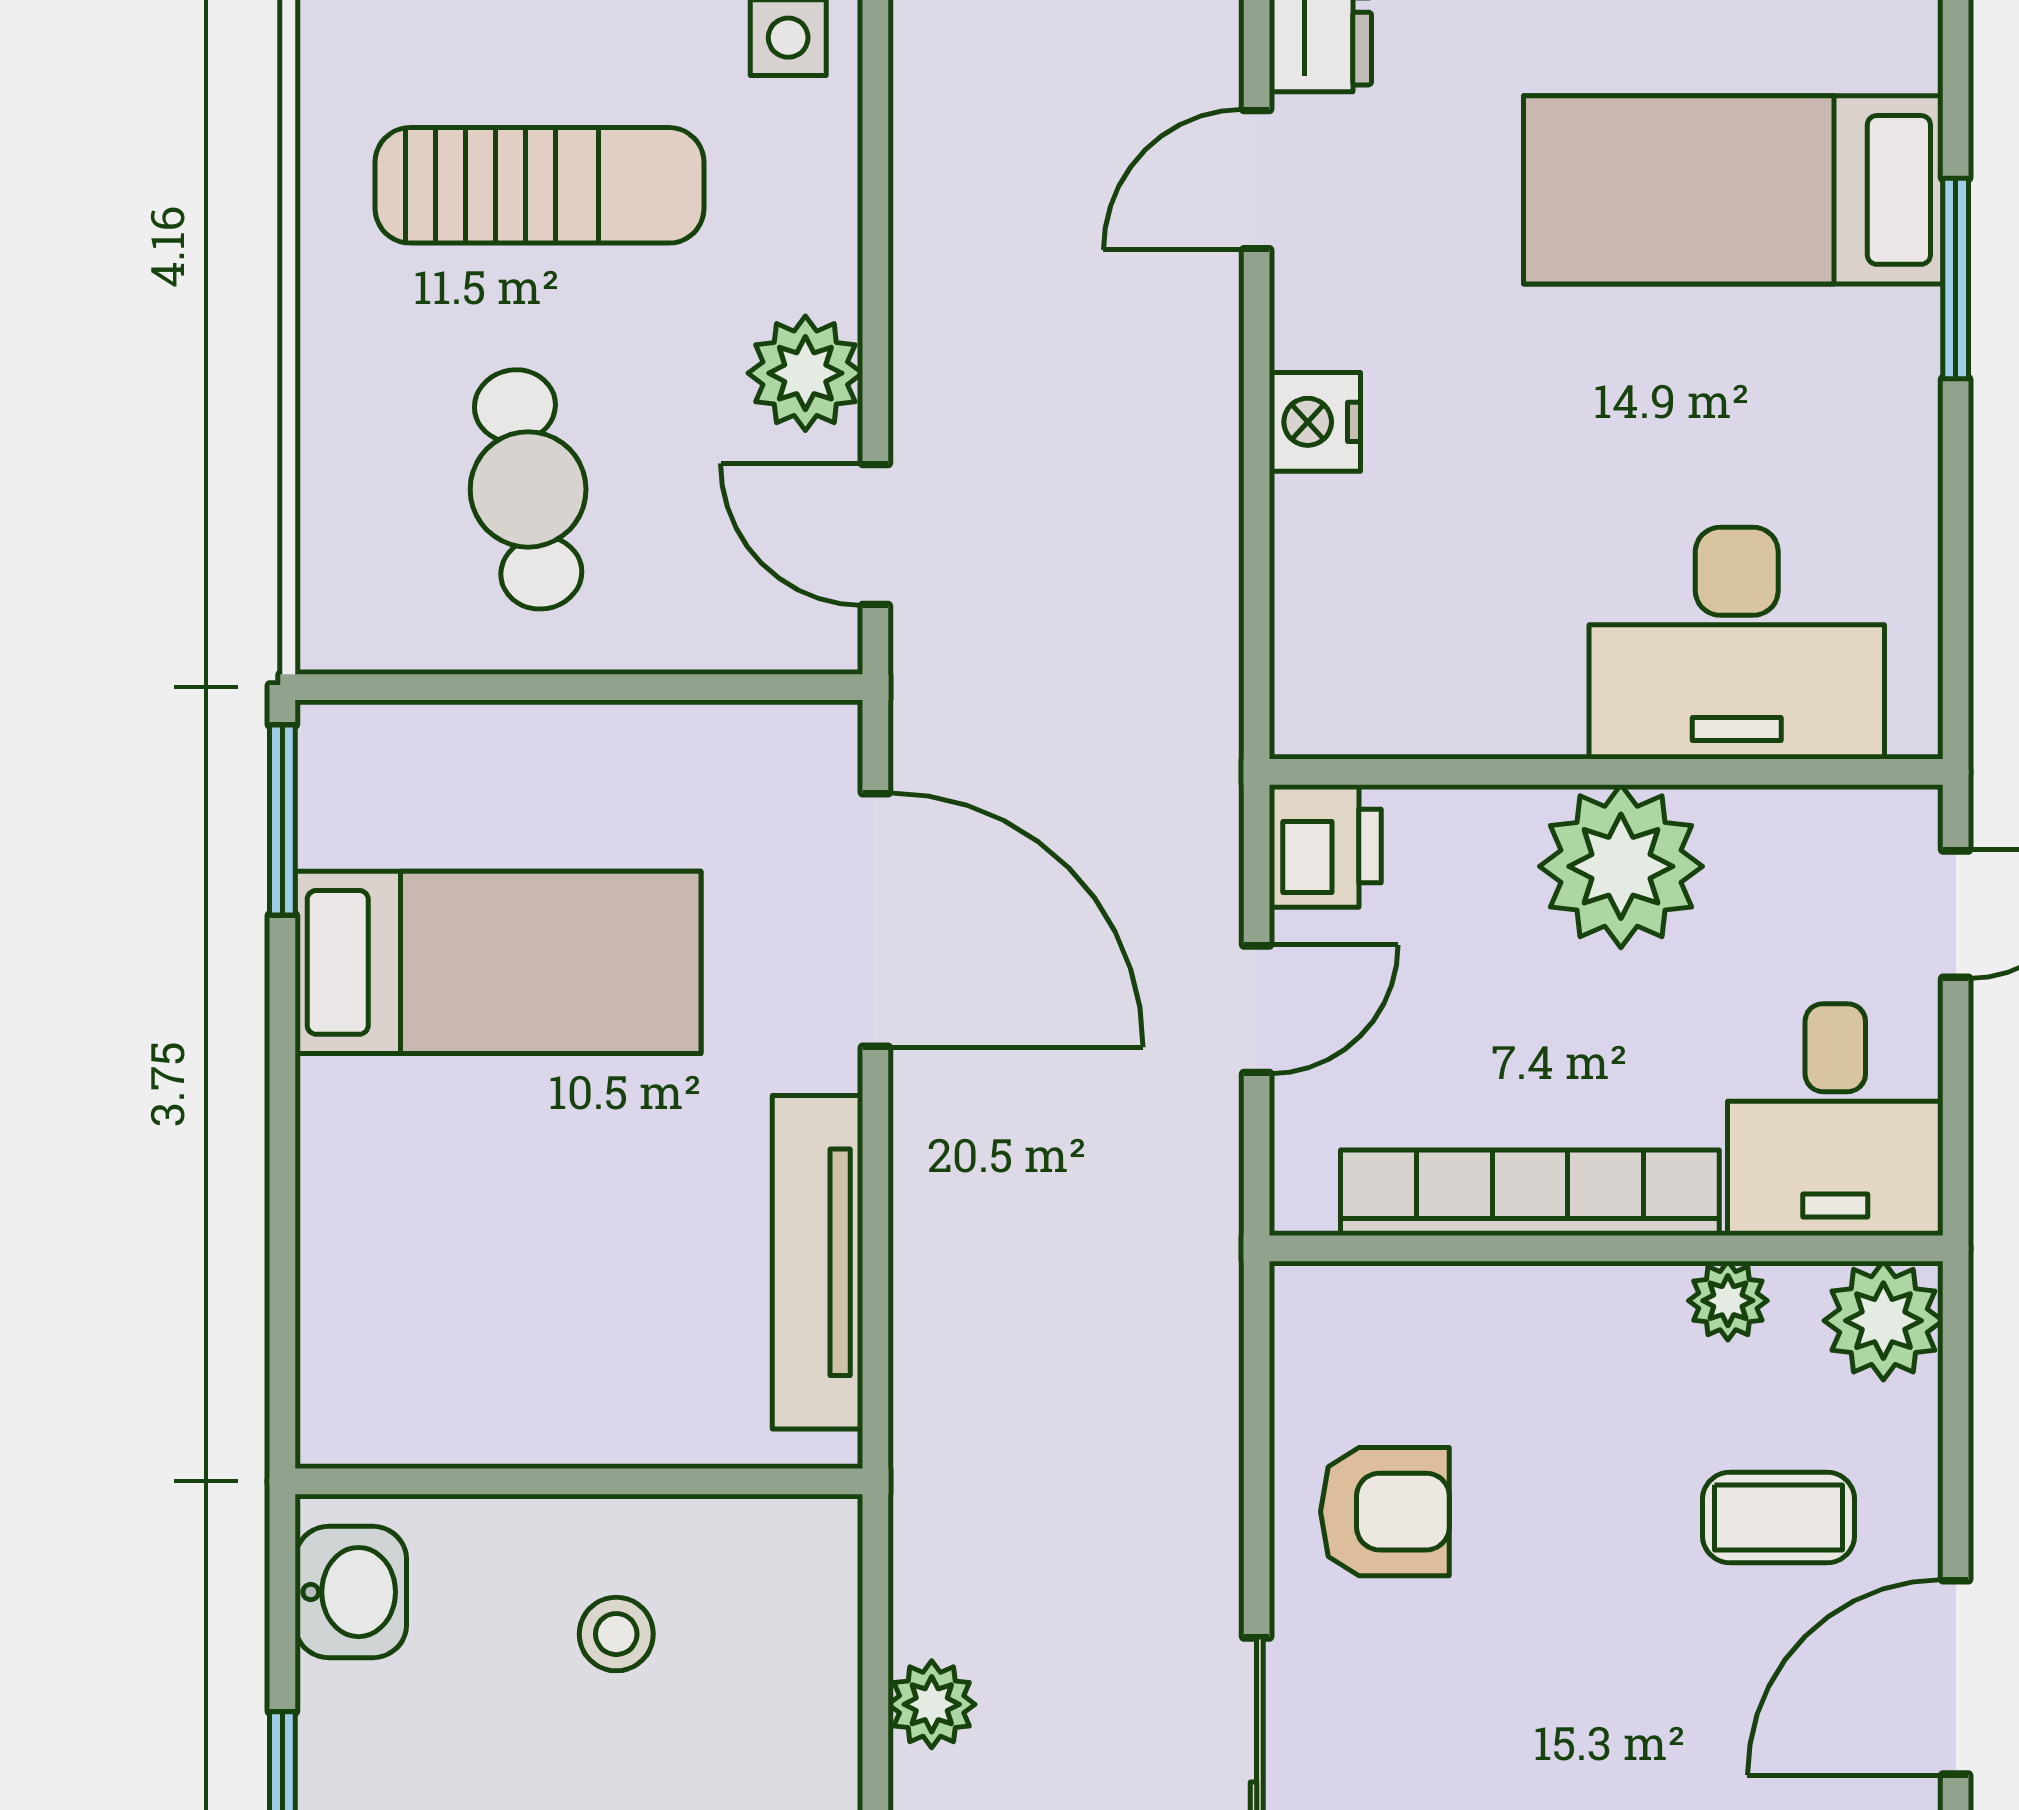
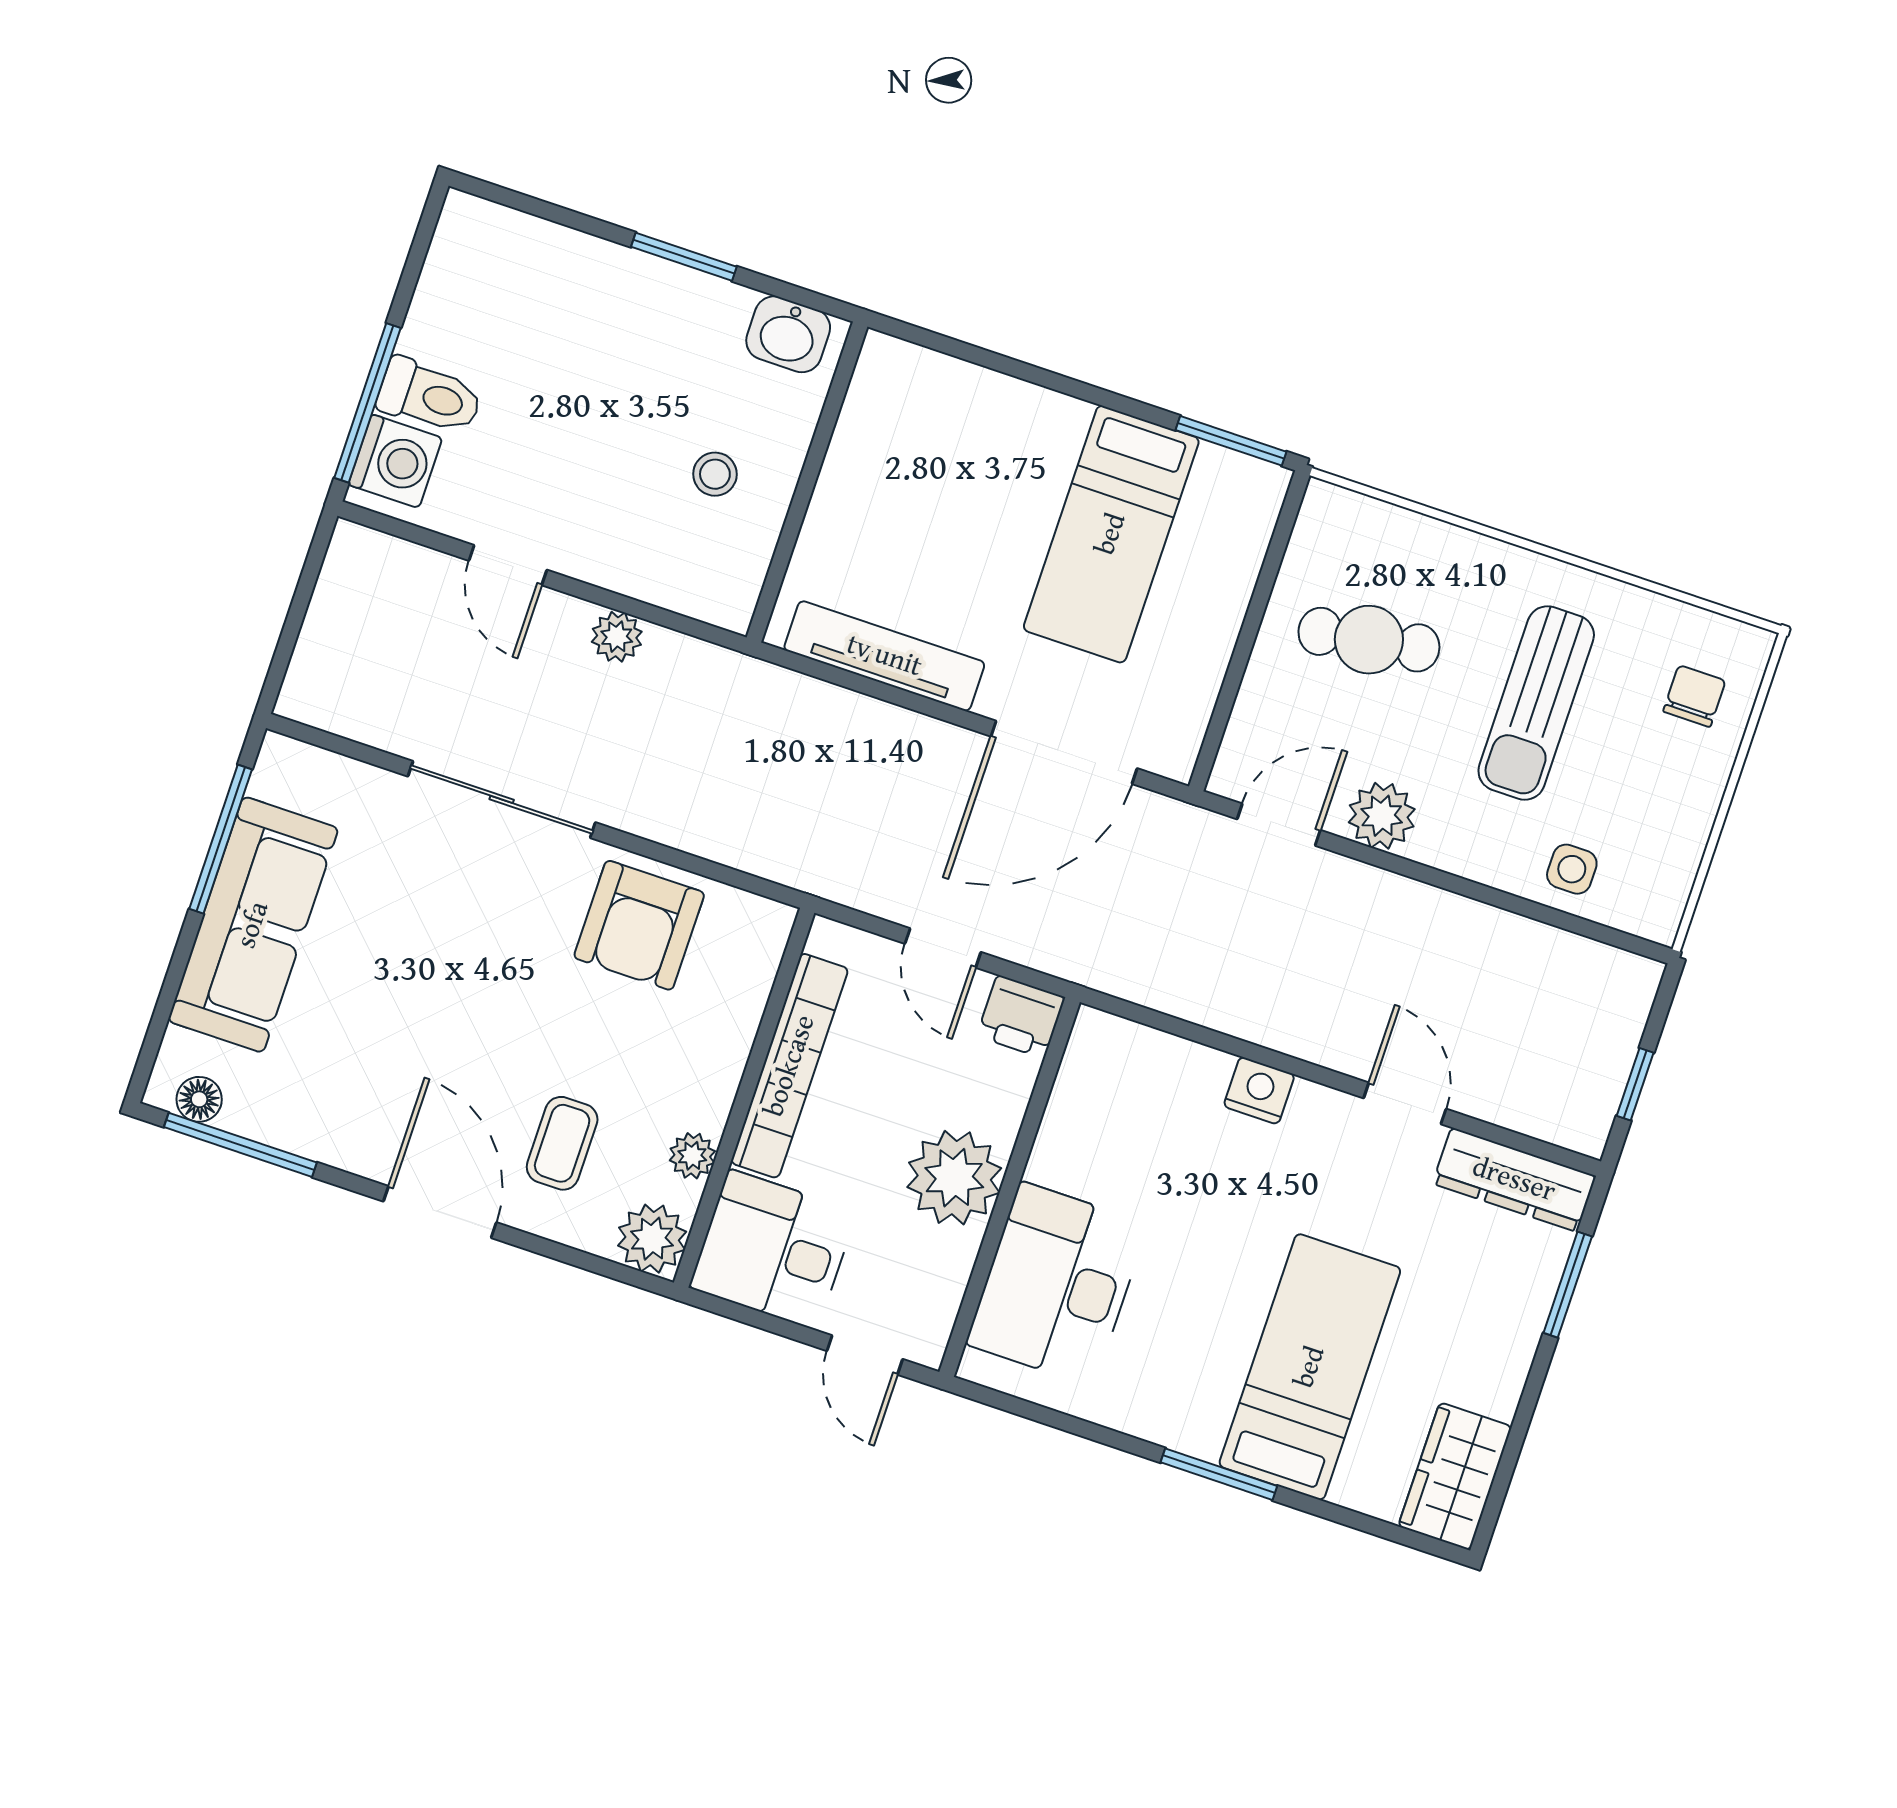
armchair: (1385, 1512) -> (639, 925), width x1.38, depth x1.38

